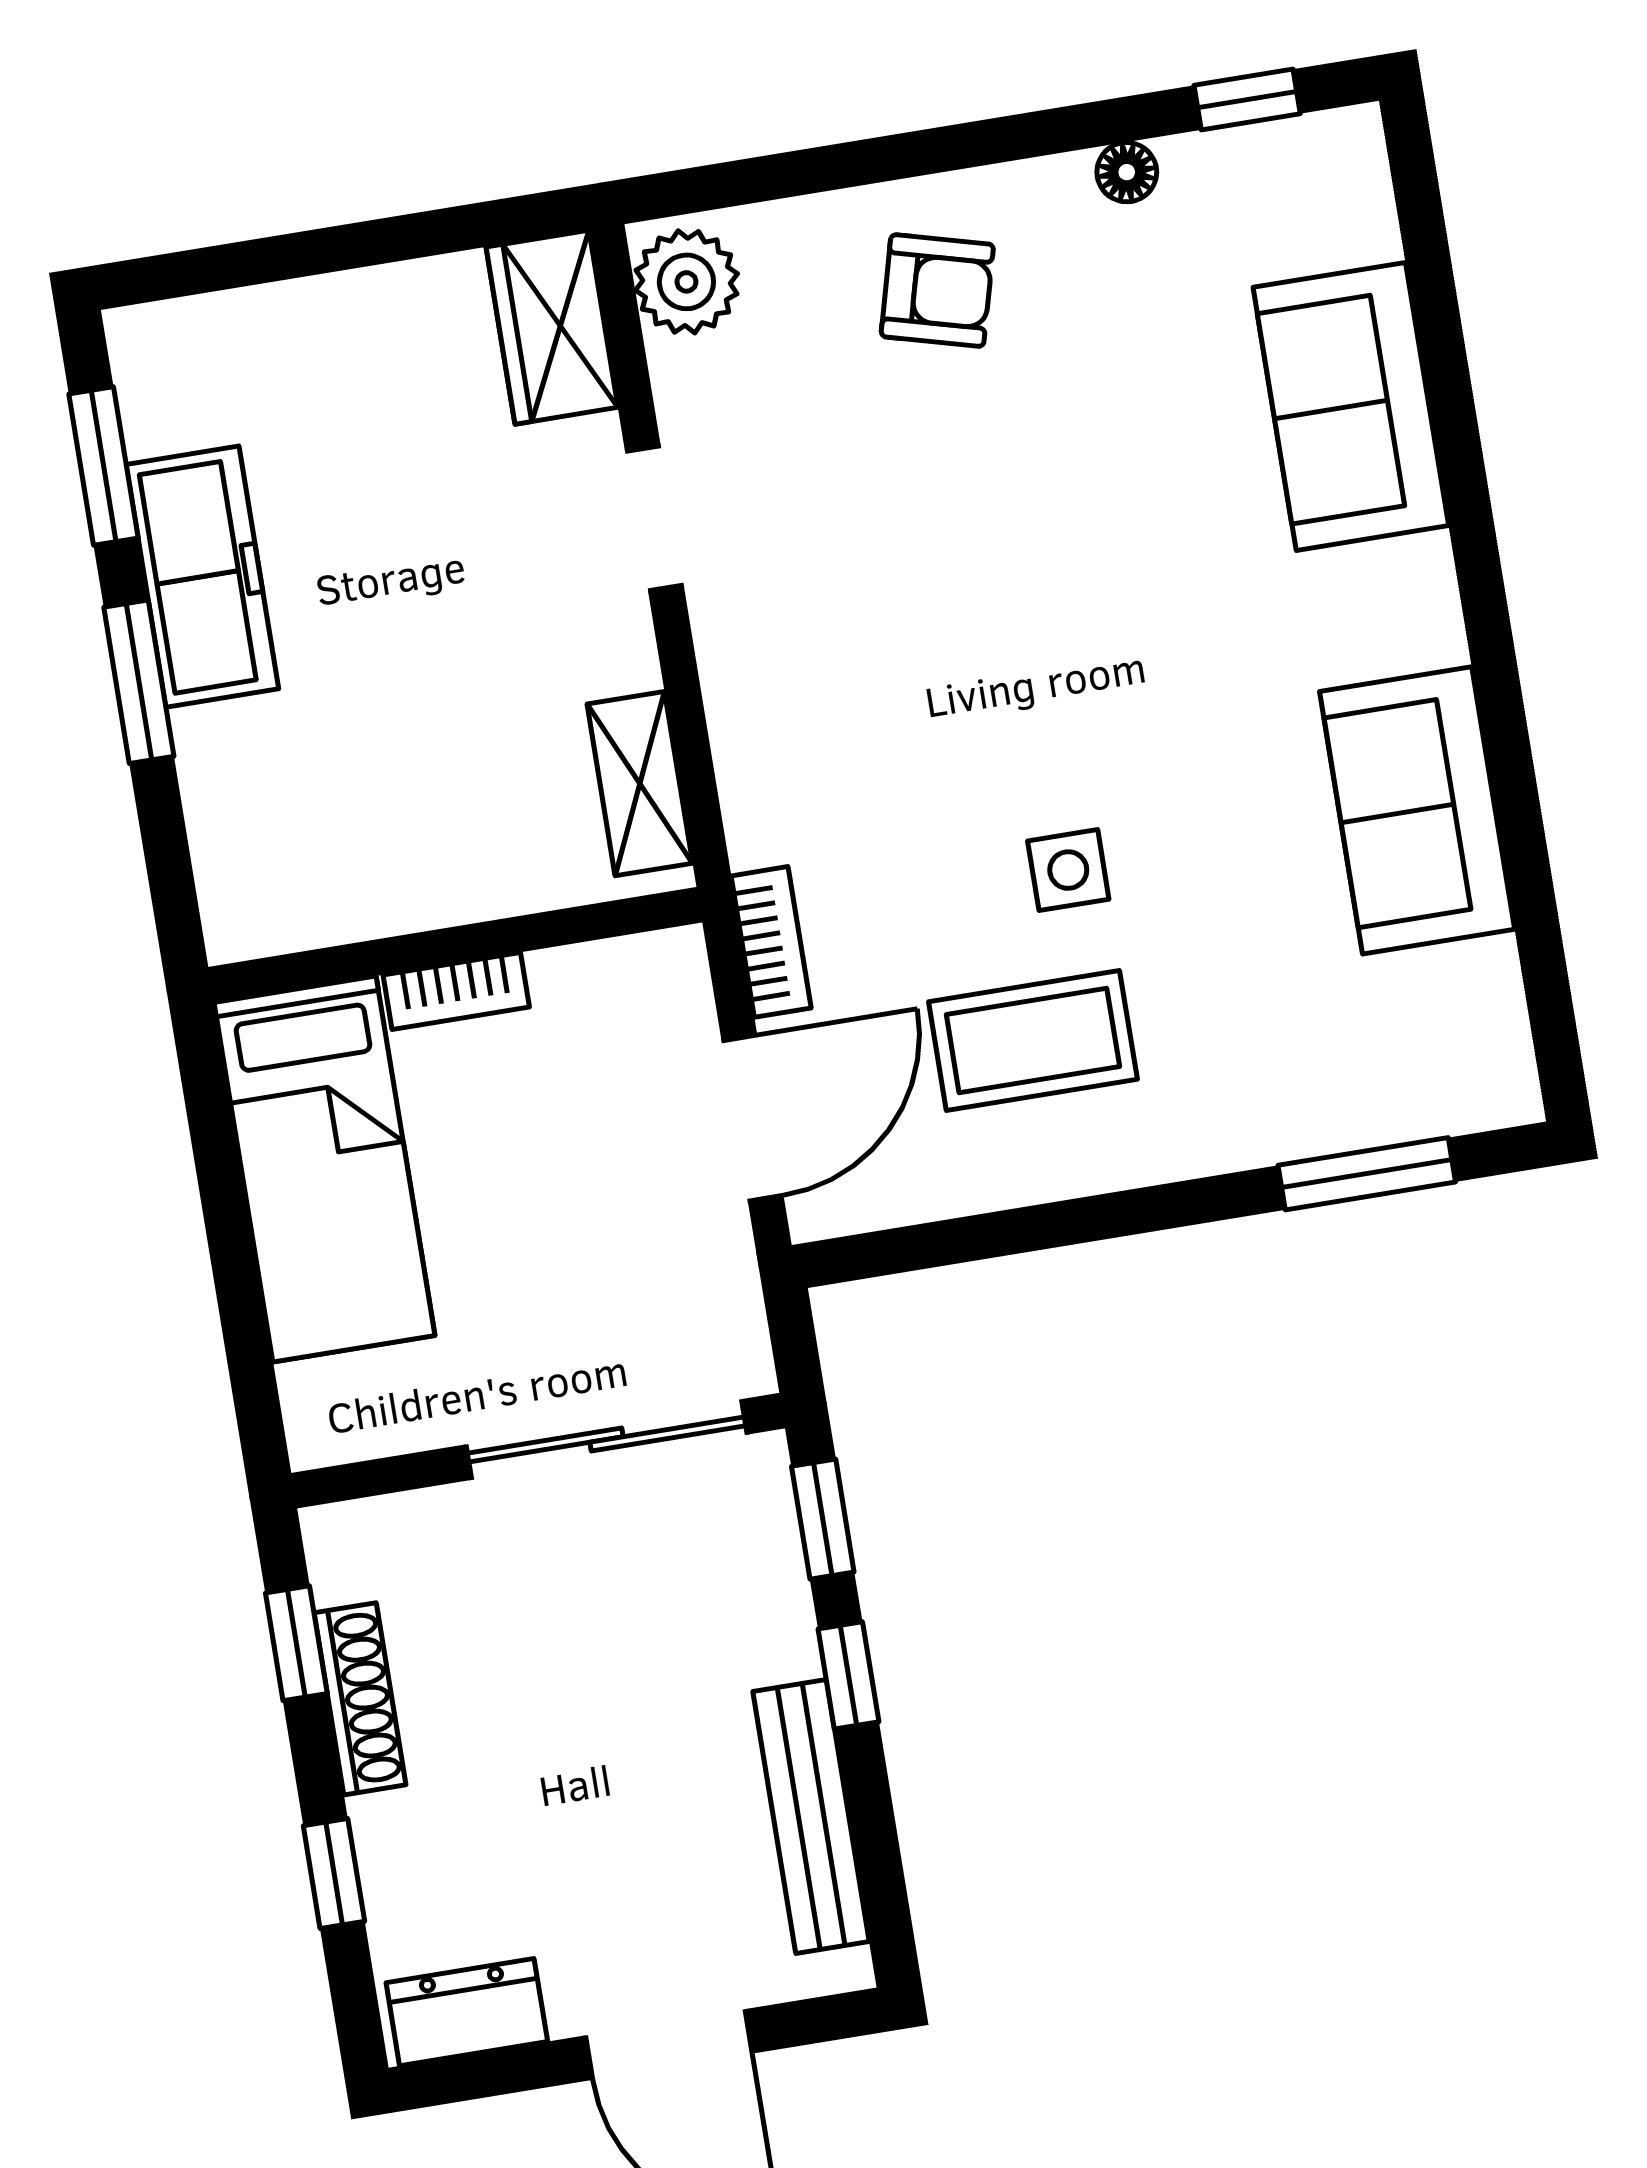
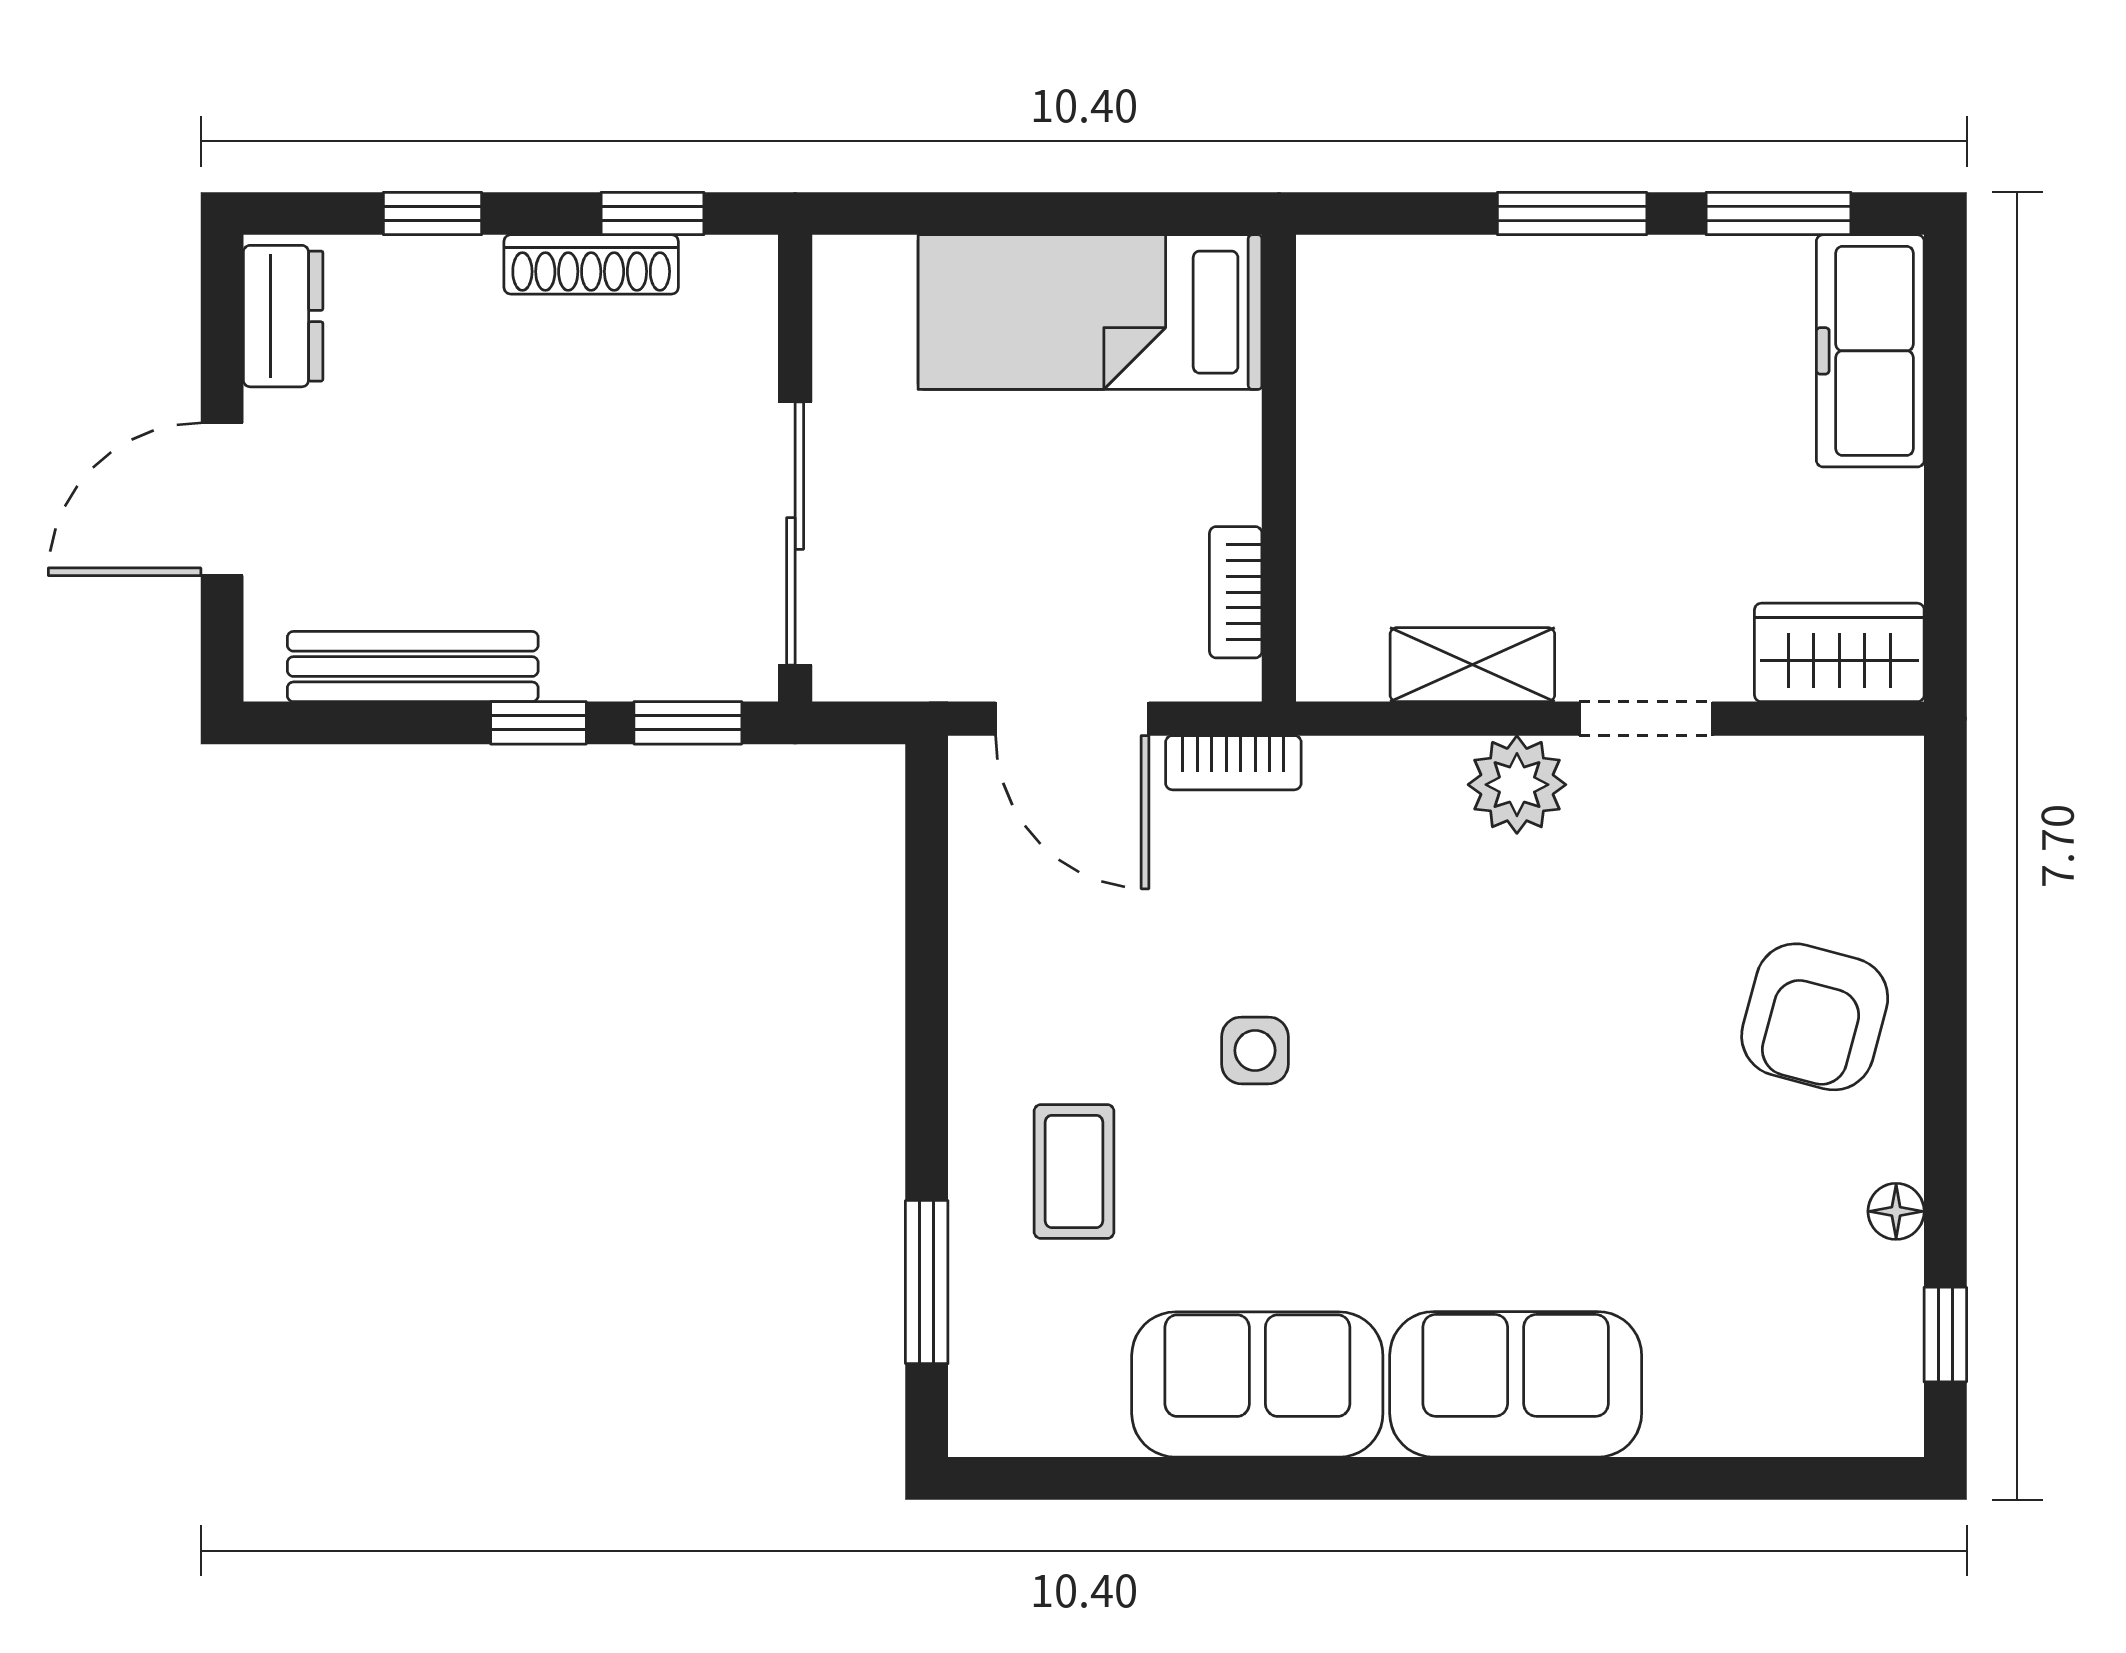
plant: (686, 282) -> (1517, 785), moved
armchair: (937, 291) -> (1815, 1017), width x1.38, depth x1.38
sofa: (1351, 406) -> (1516, 1384), moved
freezer: (202, 577) -> (1870, 351), moved, turned 90
shelving: (640, 784) -> (1472, 665), moved
bookcase: (456, 991) -> (1236, 592), moved
coffee table: (1033, 1040) -> (1074, 1171), moved, width x0.73, depth x0.77

